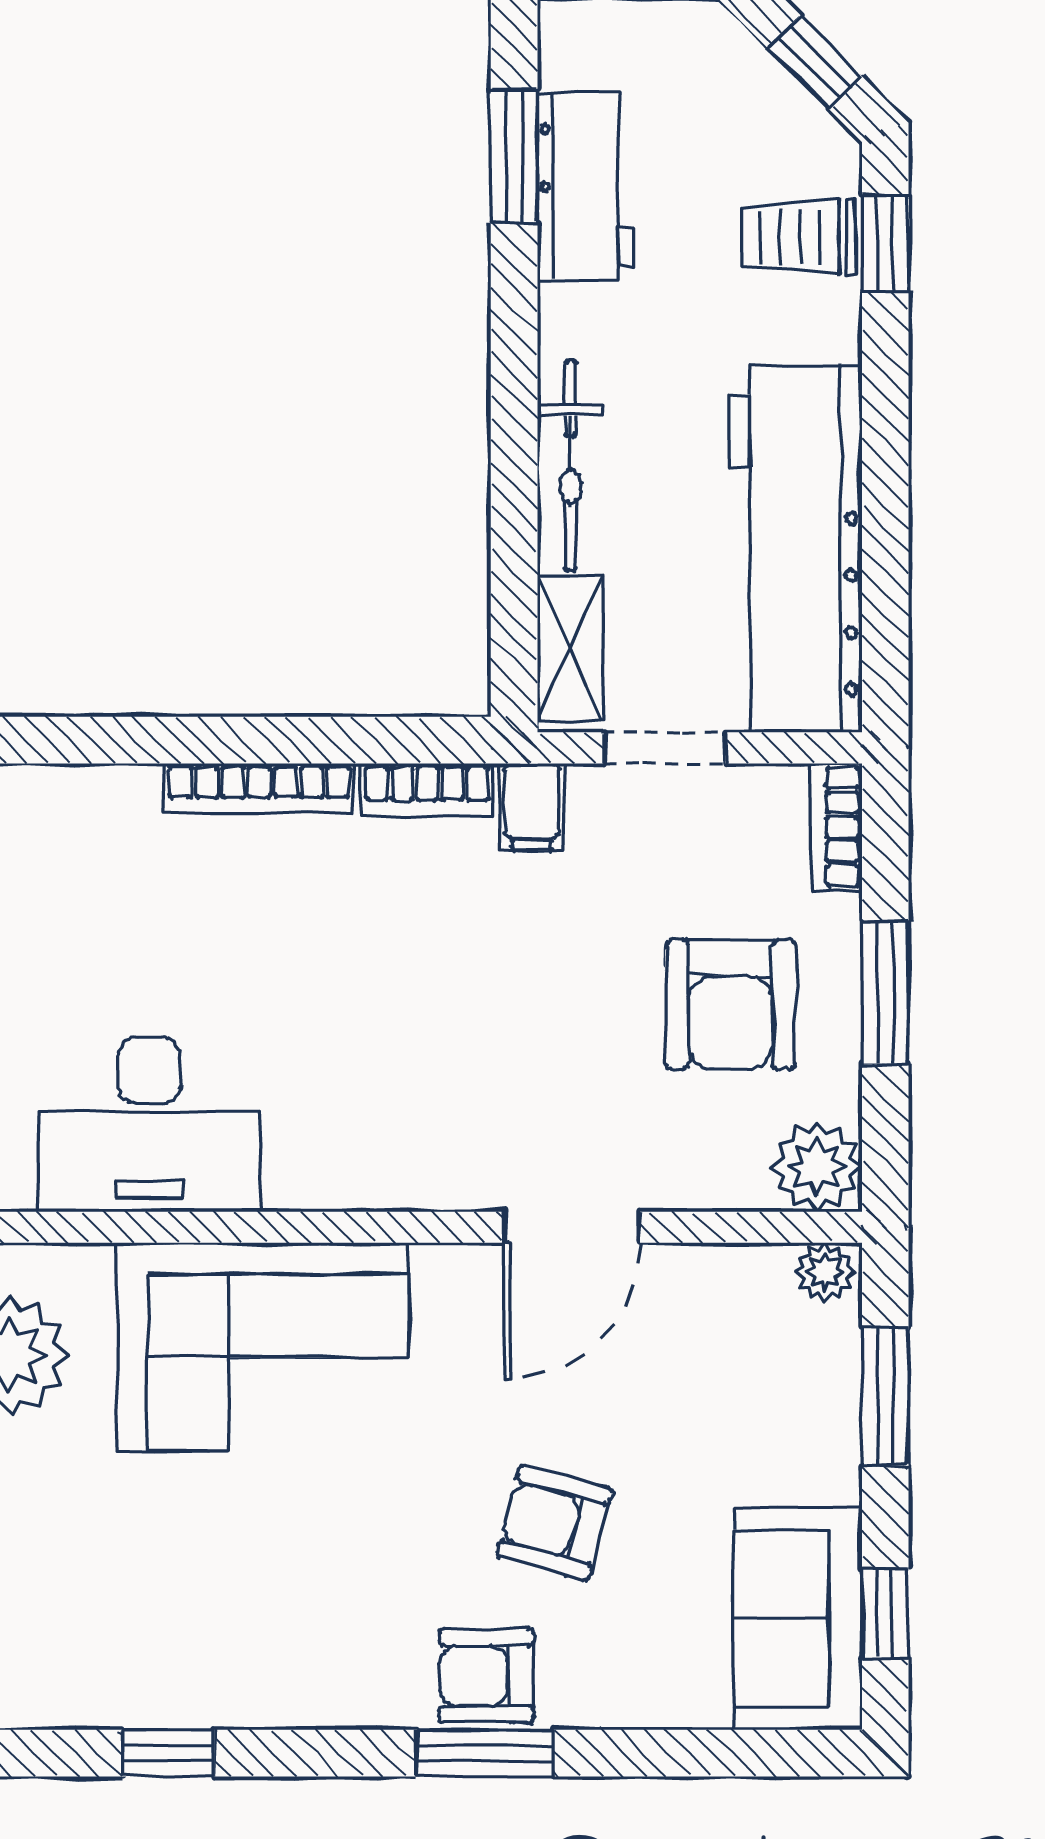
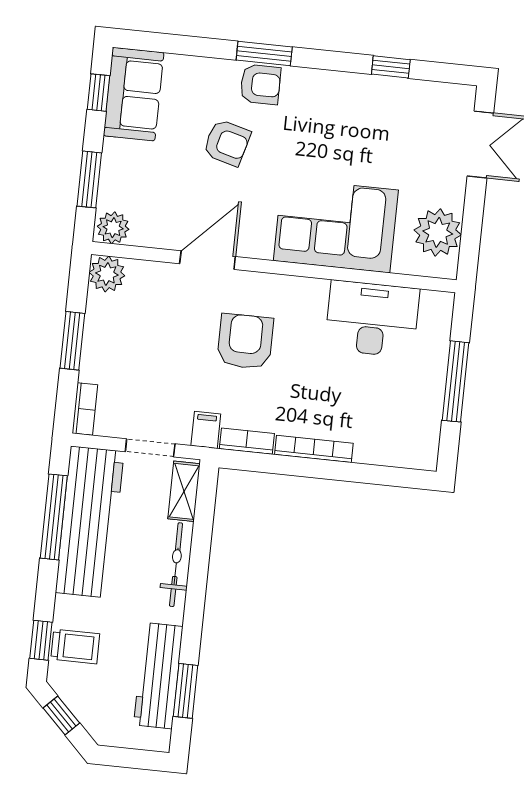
workbench: (586, 186) -> (158, 676), width x1.38
window: (885, 552) -> (54, 517), added
armchair: (730, 1004) -> (245, 341), moved
plant: (825, 1272) -> (113, 228), width x1.38, depth x1.38

